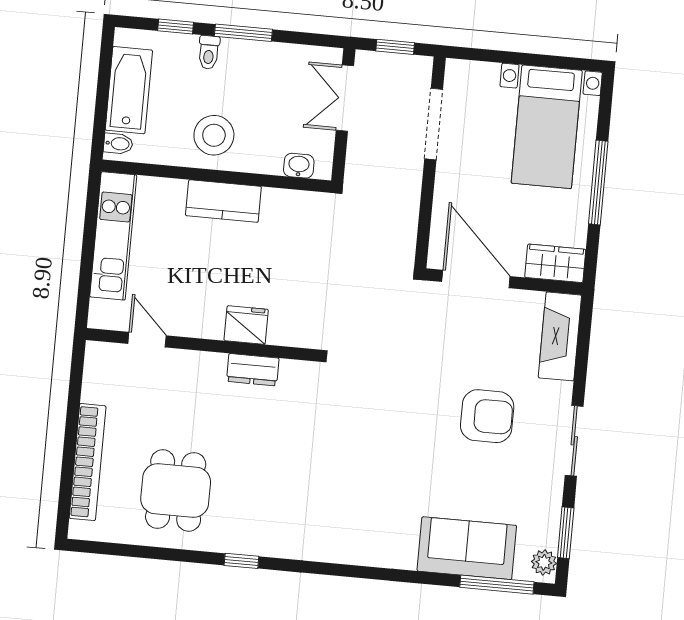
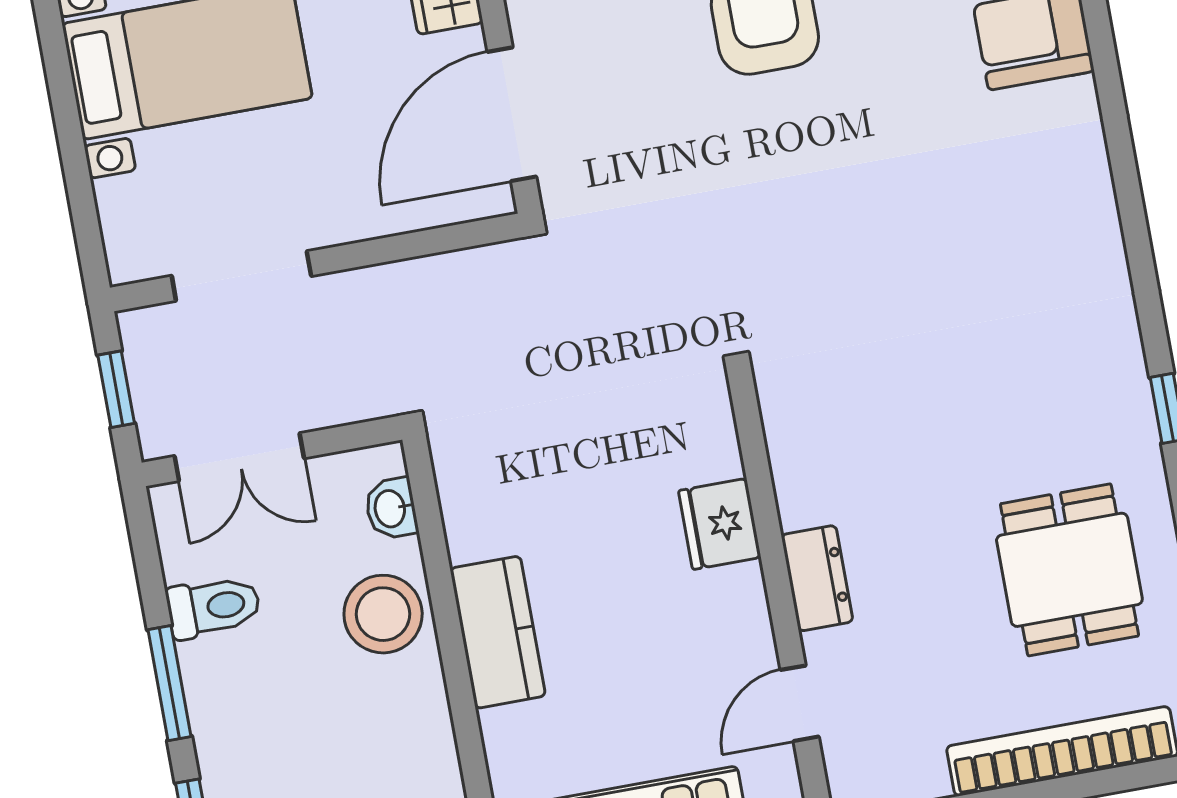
toilet: (209, 52) -> (213, 607), moved, width x1.37, depth x1.39
stool: (214, 135) -> (383, 614), moved
dresser: (253, 370) -> (817, 578), moved
dining table: (176, 490) -> (1069, 570), turned 90

